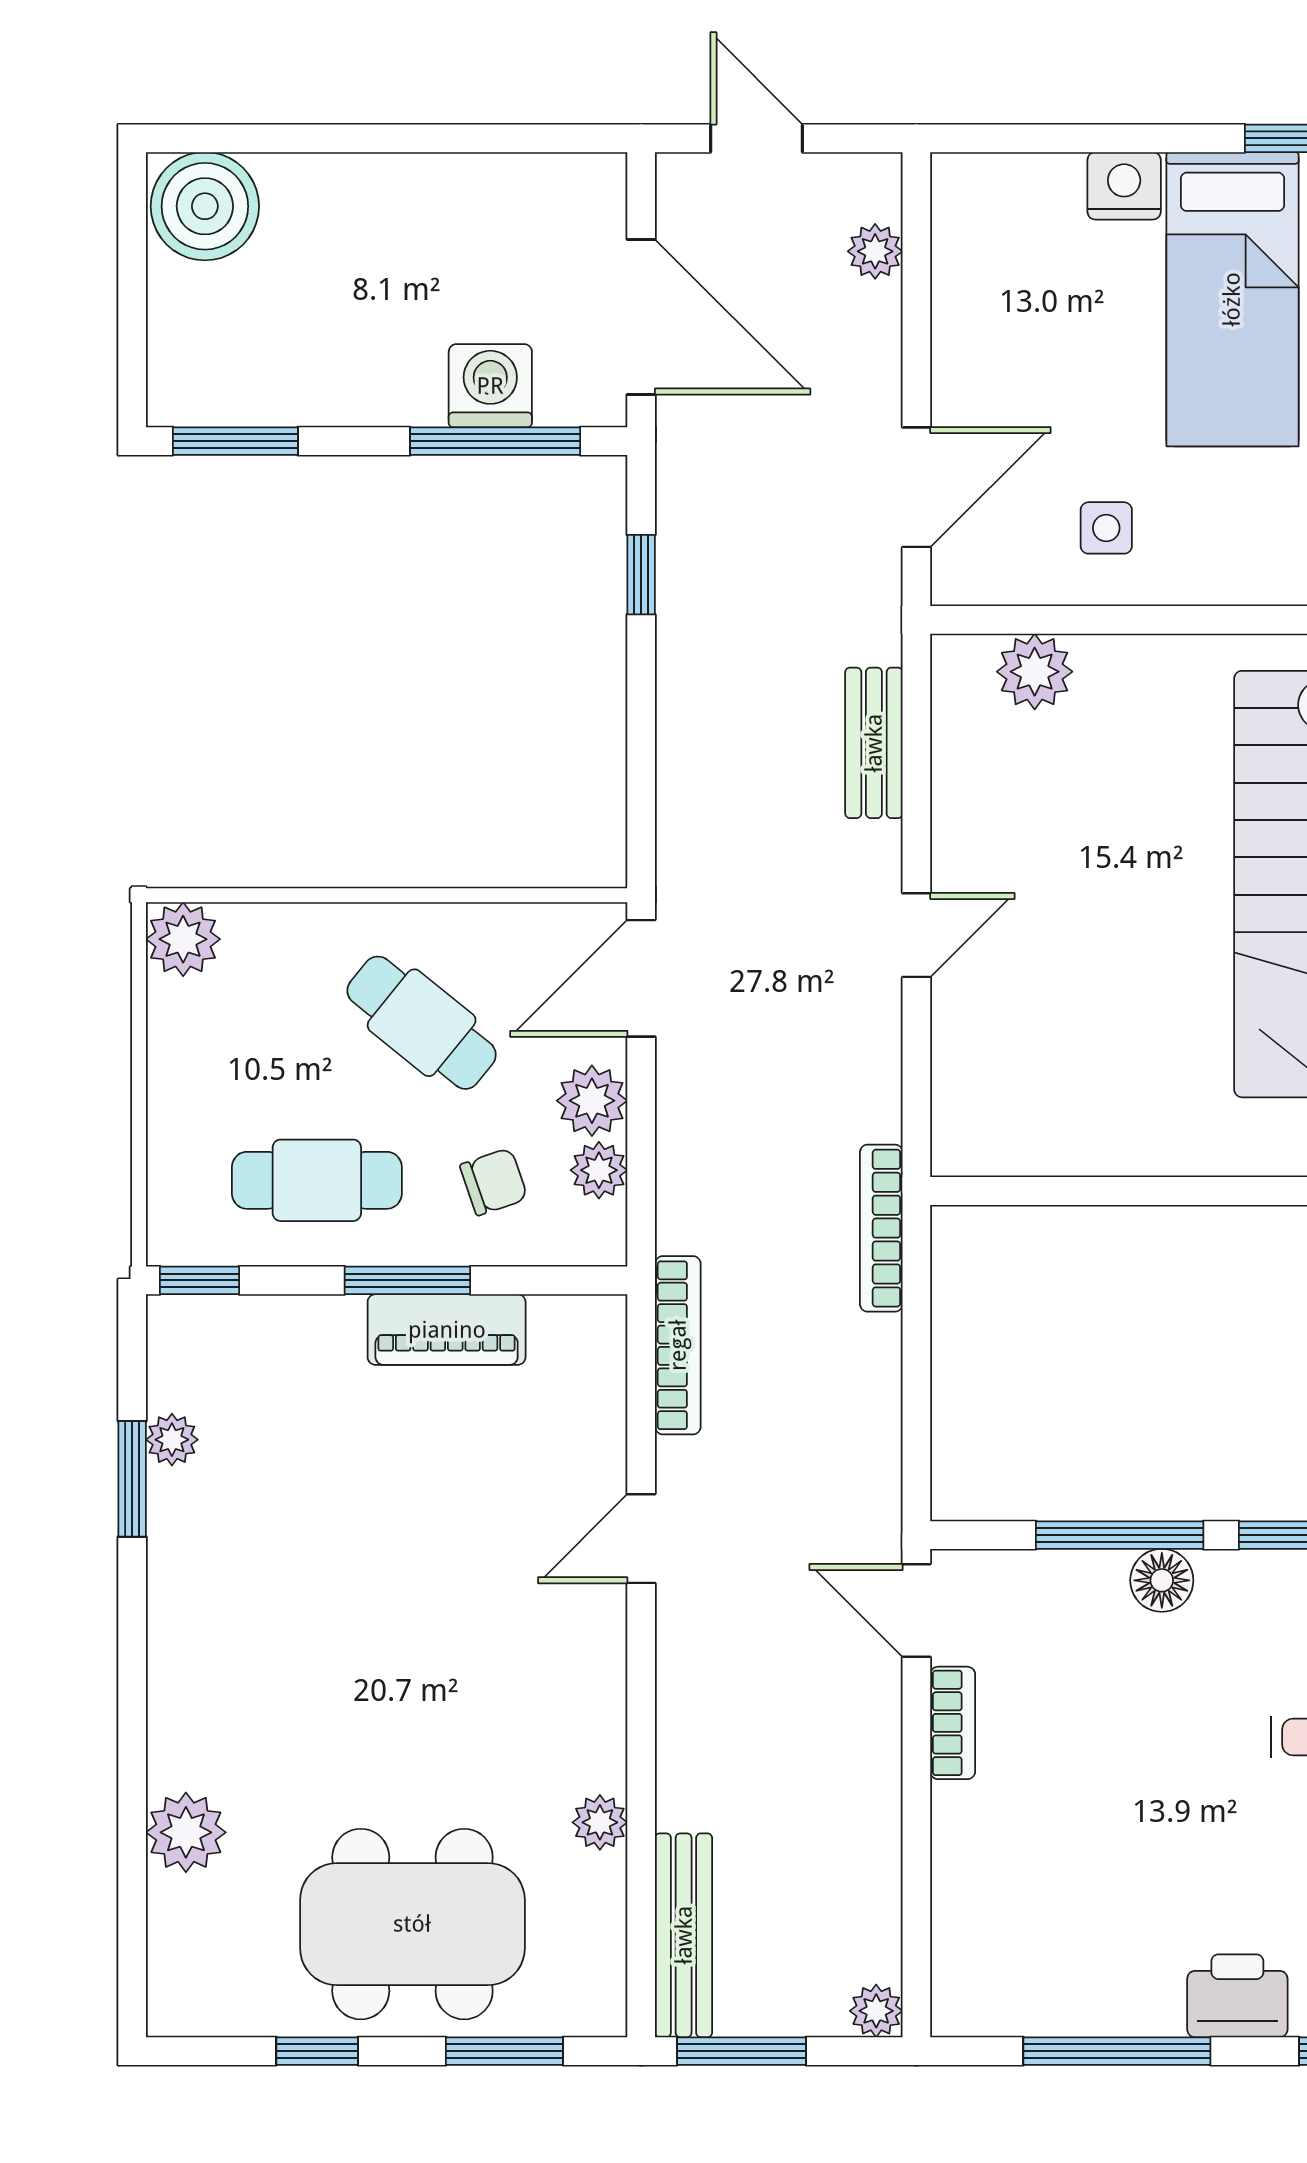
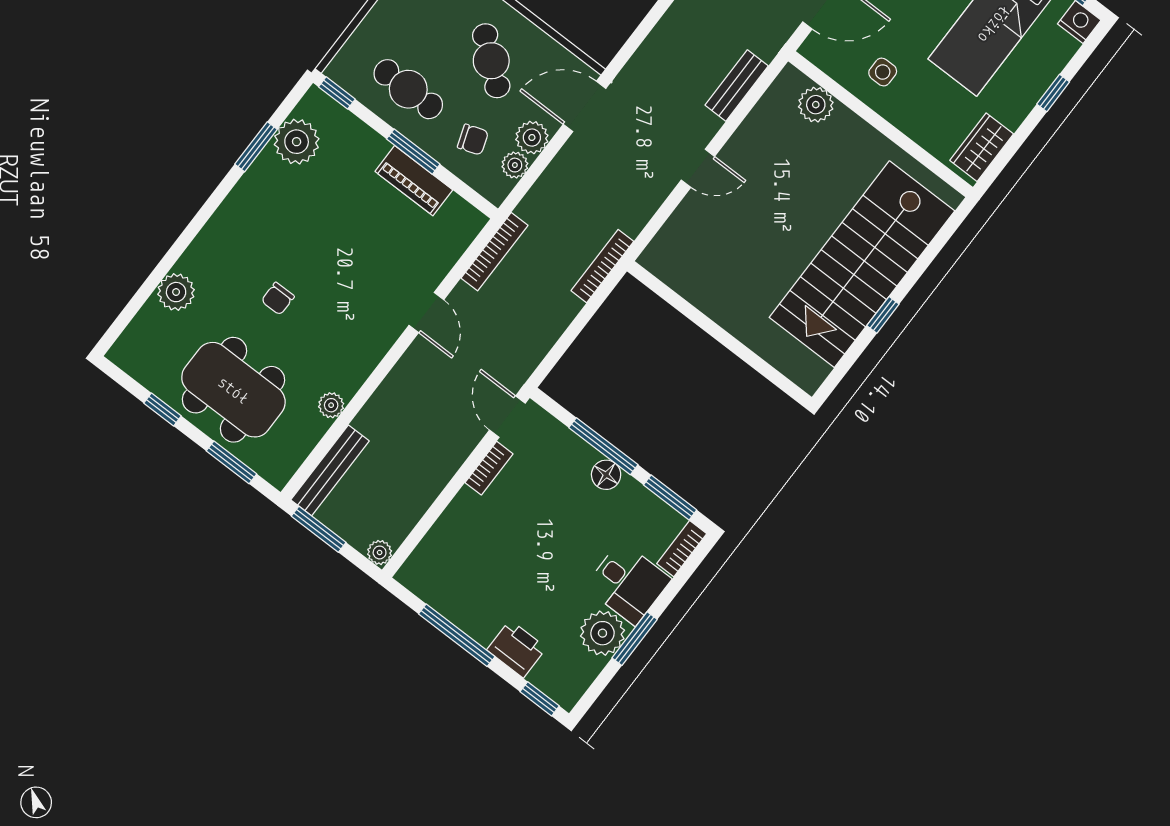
plant: (172, 1440) -> (297, 142), width x1.88, depth x1.88
door: (641, 1539) -> (426, 313), swing flipped
chair: (369, 1710) -> (278, 299), added

